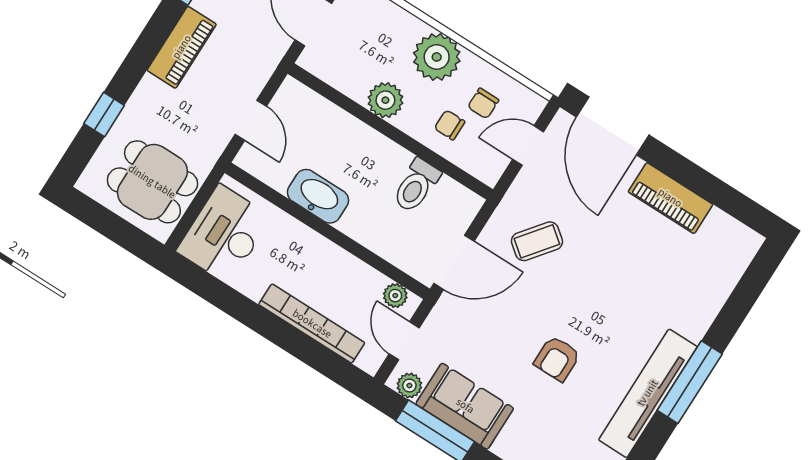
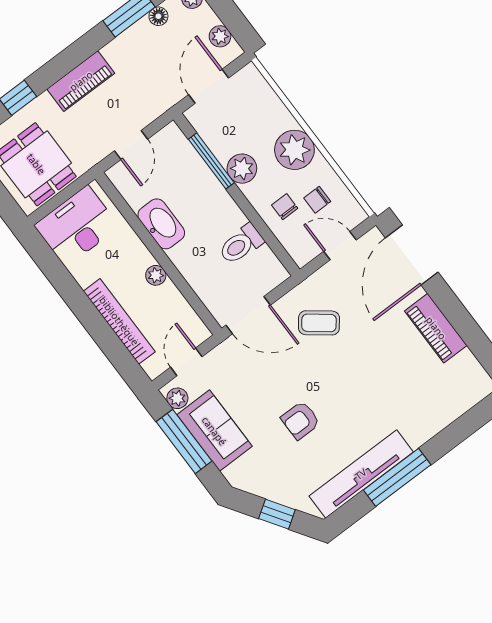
piano: (182, 47) -> (81, 81), moved
window: (348, 105) -> (211, 161), added
plant: (395, 296) -> (156, 275), moved

